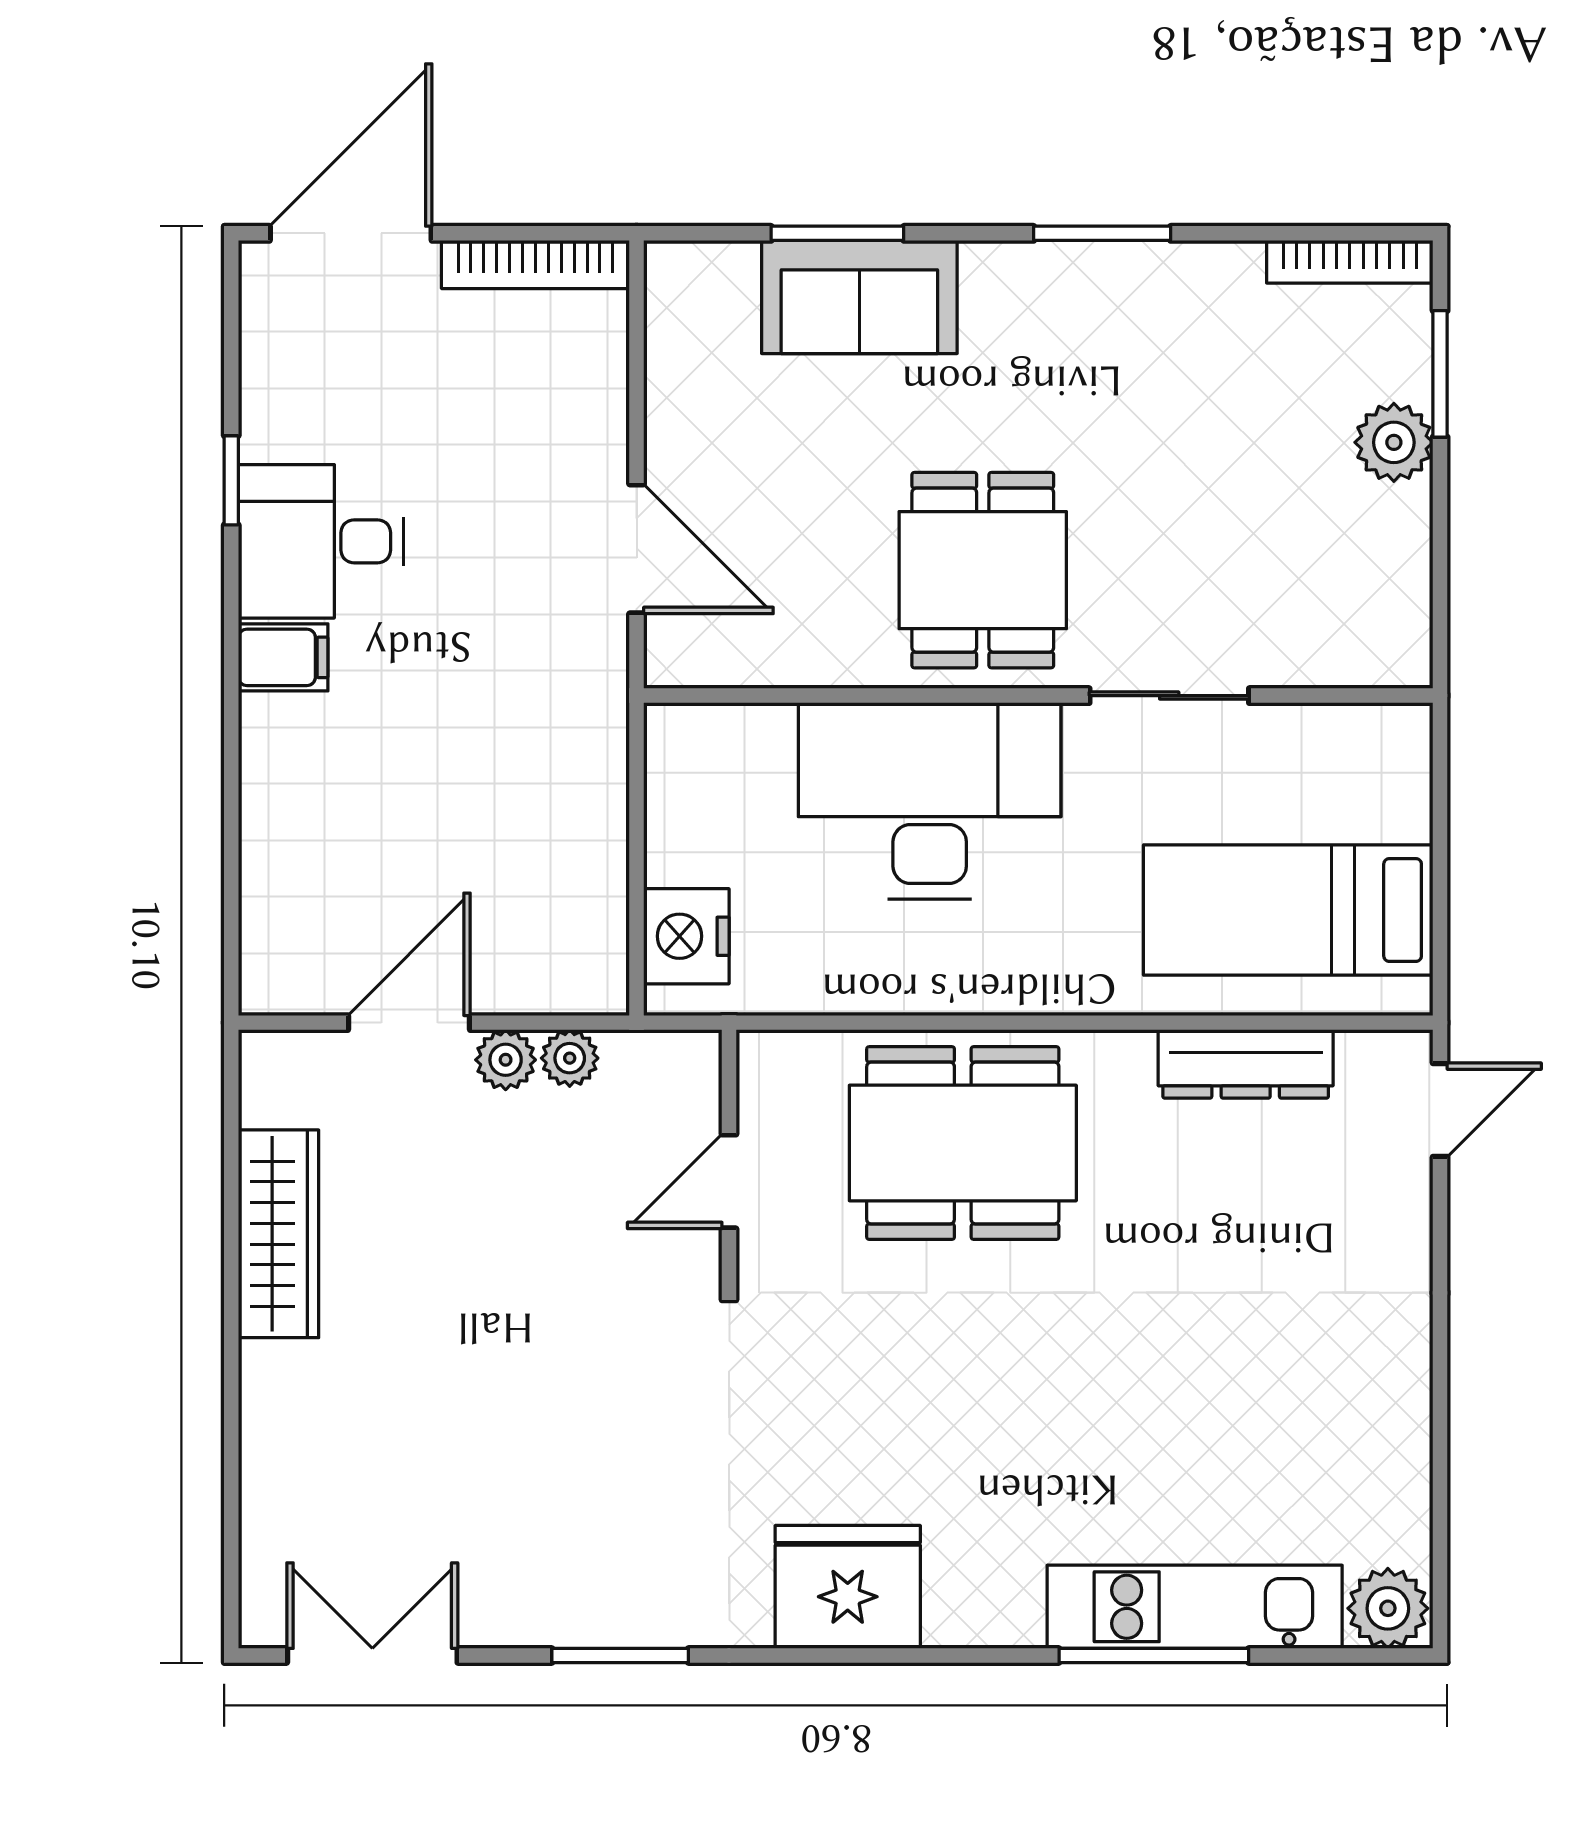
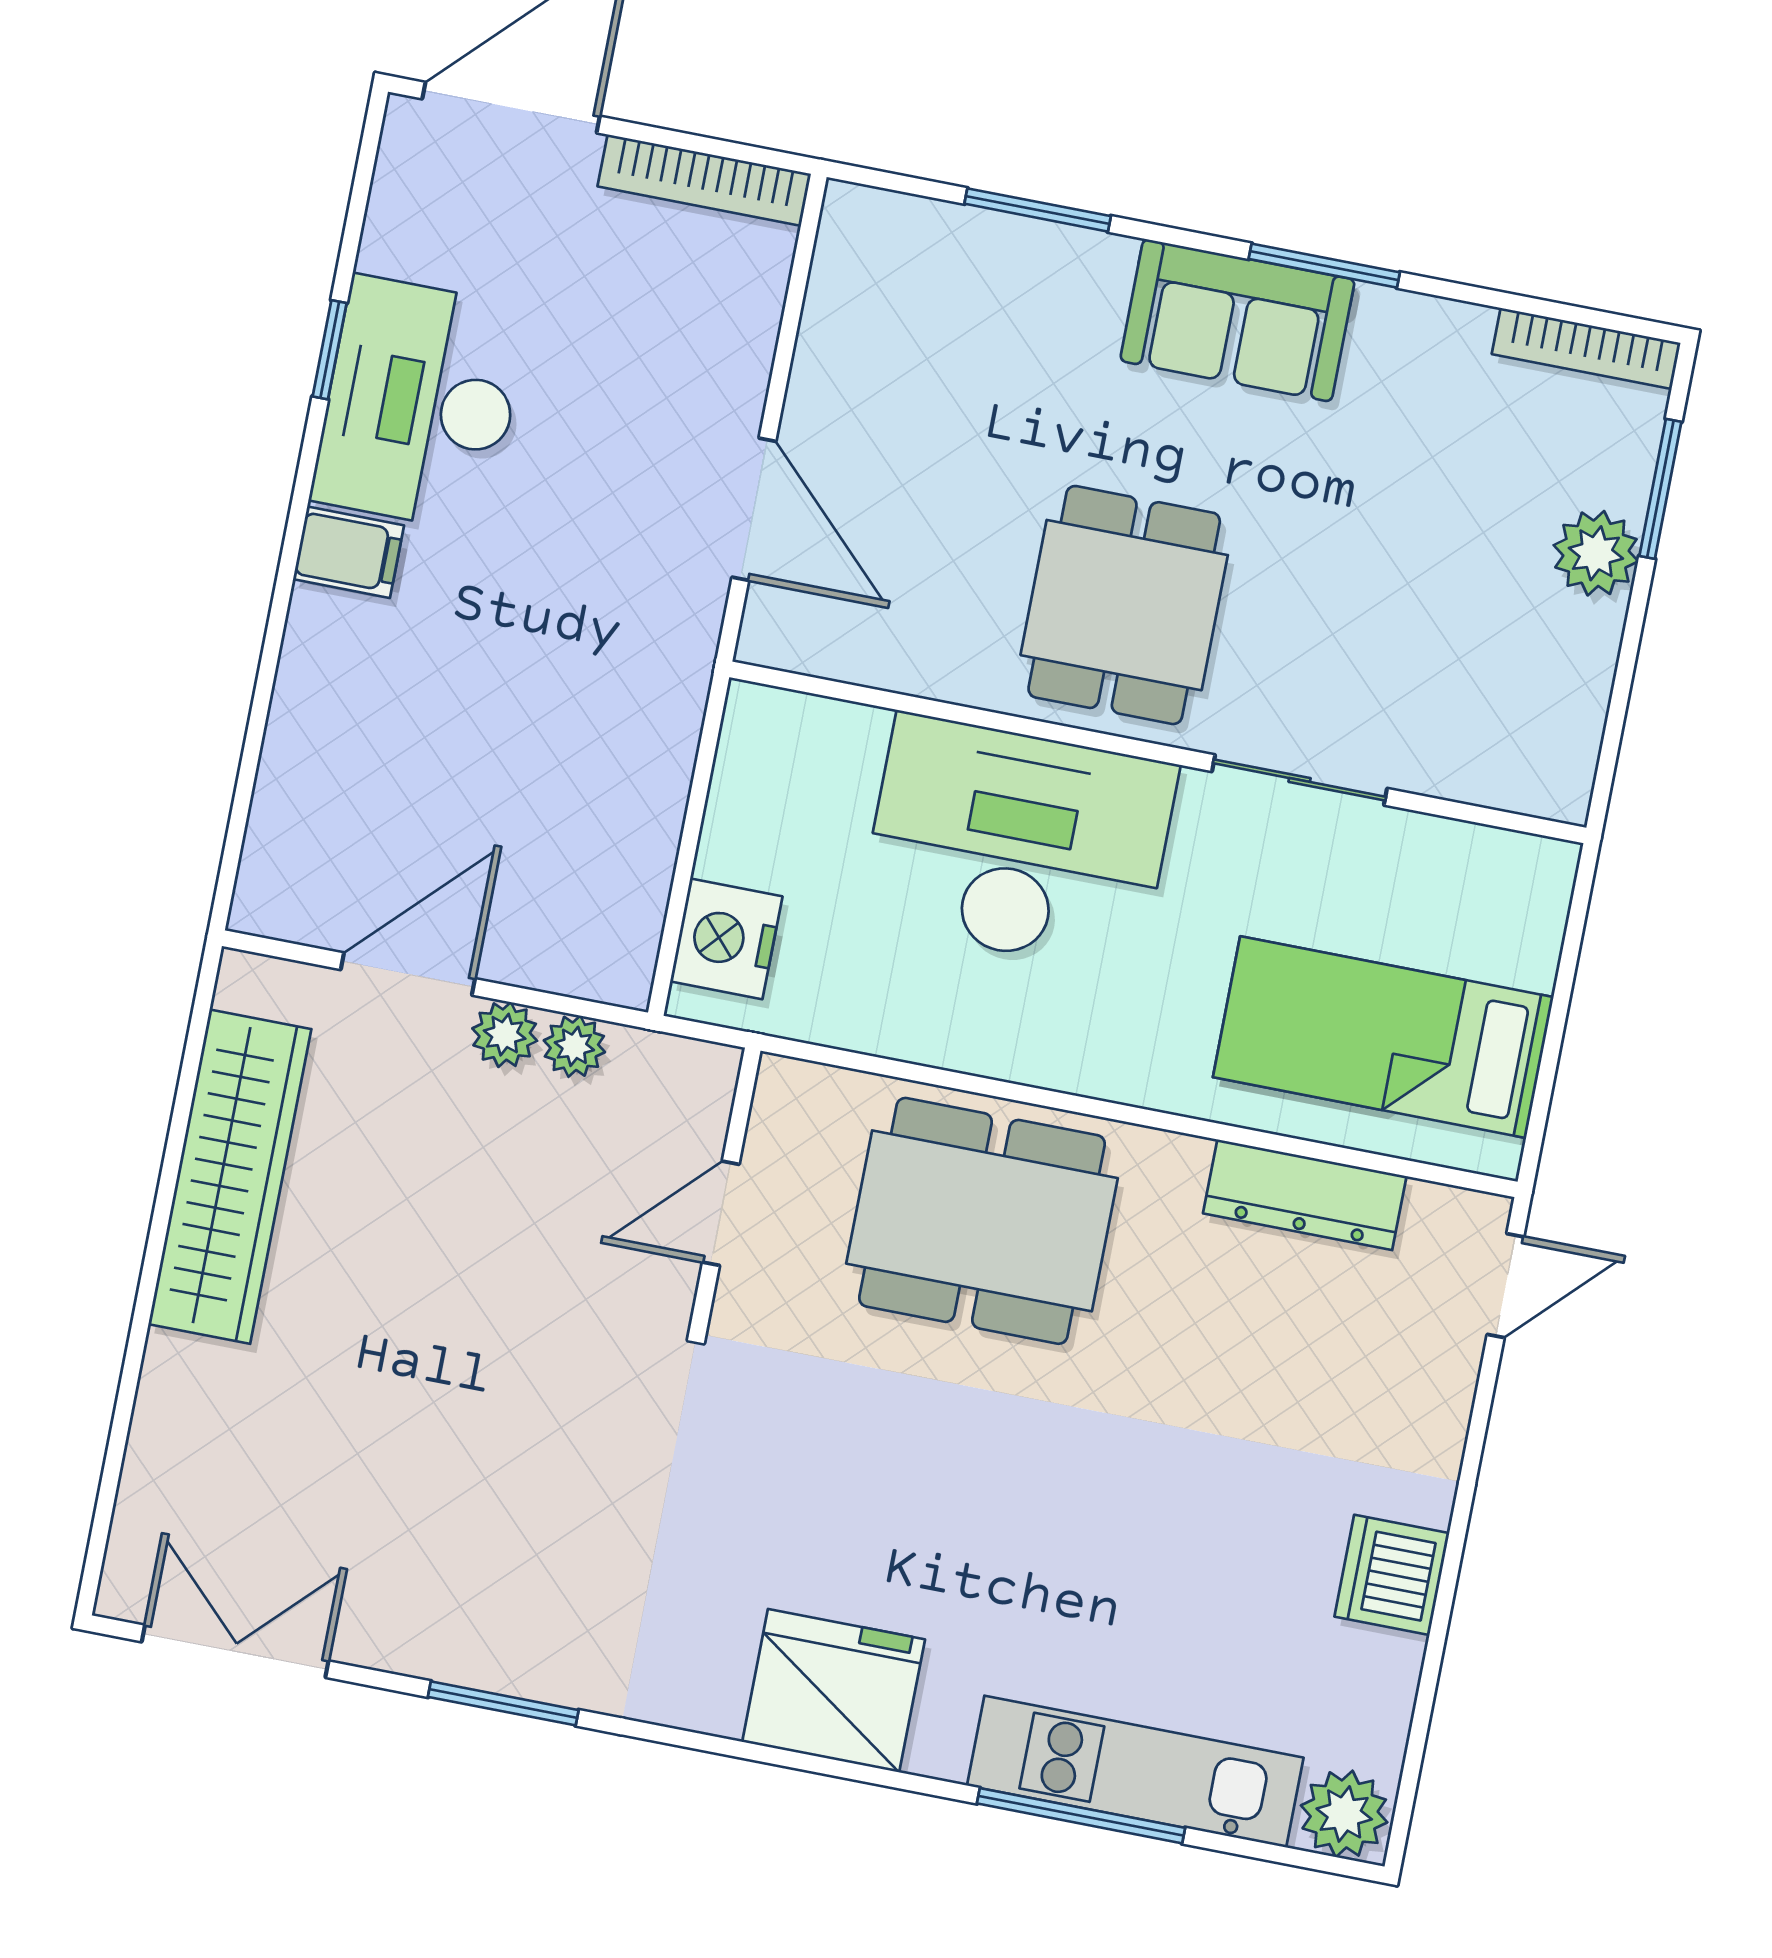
sofa: (859, 297) -> (1237, 320), moved
desk: (321, 541) -> (420, 404), width x1.37
wardrobe: (279, 1234) -> (230, 1177), width x1.40, depth x1.17
dishwasher: (1389, 1387) -> (1392, 1575), added
fridge: (848, 1587) -> (834, 1691), moved

